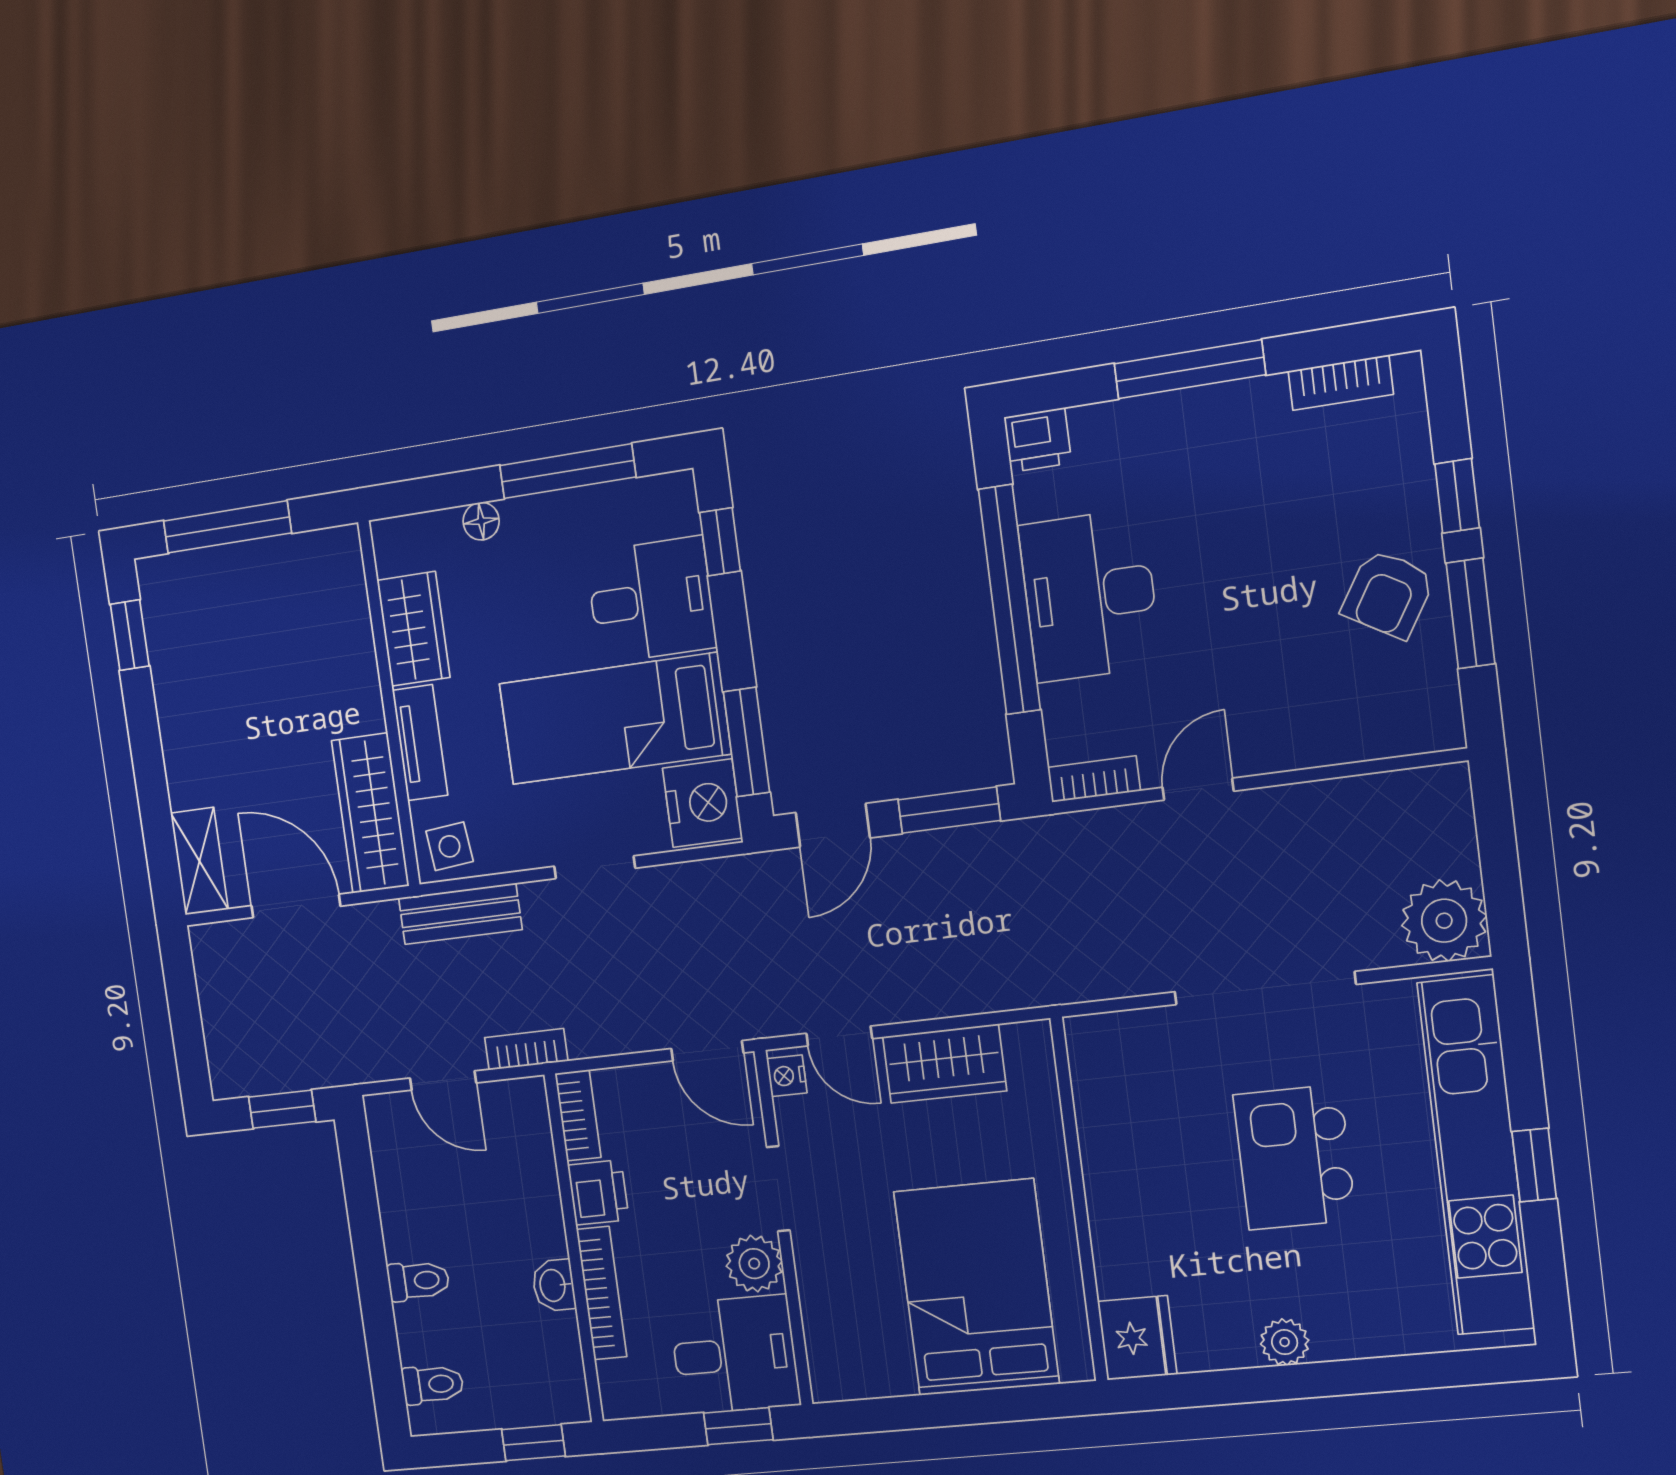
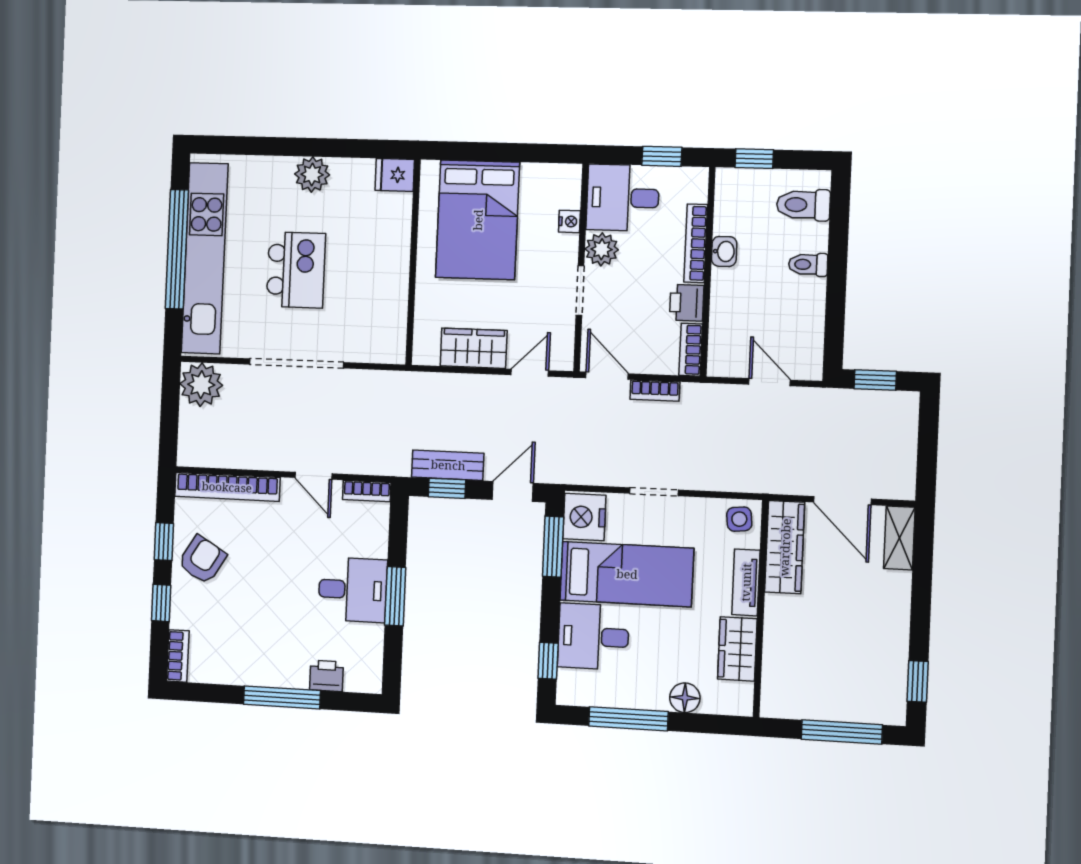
bookcase: (1341, 383) -> (178, 656), moved, turned 90
printer: (1038, 440) -> (326, 676), moved
floor lamp: (481, 521) -> (685, 698), width x1.37, depth x1.37
desk: (1090, 596) -> (353, 590), width x0.73
window: (1009, 600) -> (395, 596), width x0.47
window: (1471, 613) -> (164, 542), width x0.67
bookcase: (1361, 739) -> (227, 487), added
door: (1198, 789) -> (314, 476), hinge flipped
window: (949, 810) -> (447, 488), width x0.67
bench: (460, 914) -> (448, 465), moved
door: (839, 1036) -> (530, 373), hinge flipped
bookcase: (526, 1049) -> (655, 391), moved
nightstand: (787, 1076) -> (569, 221), moved
window: (1534, 1165) -> (177, 249), width x3.17
fridge: (1137, 1338) -> (395, 175), width x0.72
plant: (1285, 1342) -> (312, 174), width x1.38, depth x1.38
toilet: (433, 1384) -> (803, 205), width x1.37, depth x1.39
window: (738, 1426) -> (662, 156), moved

